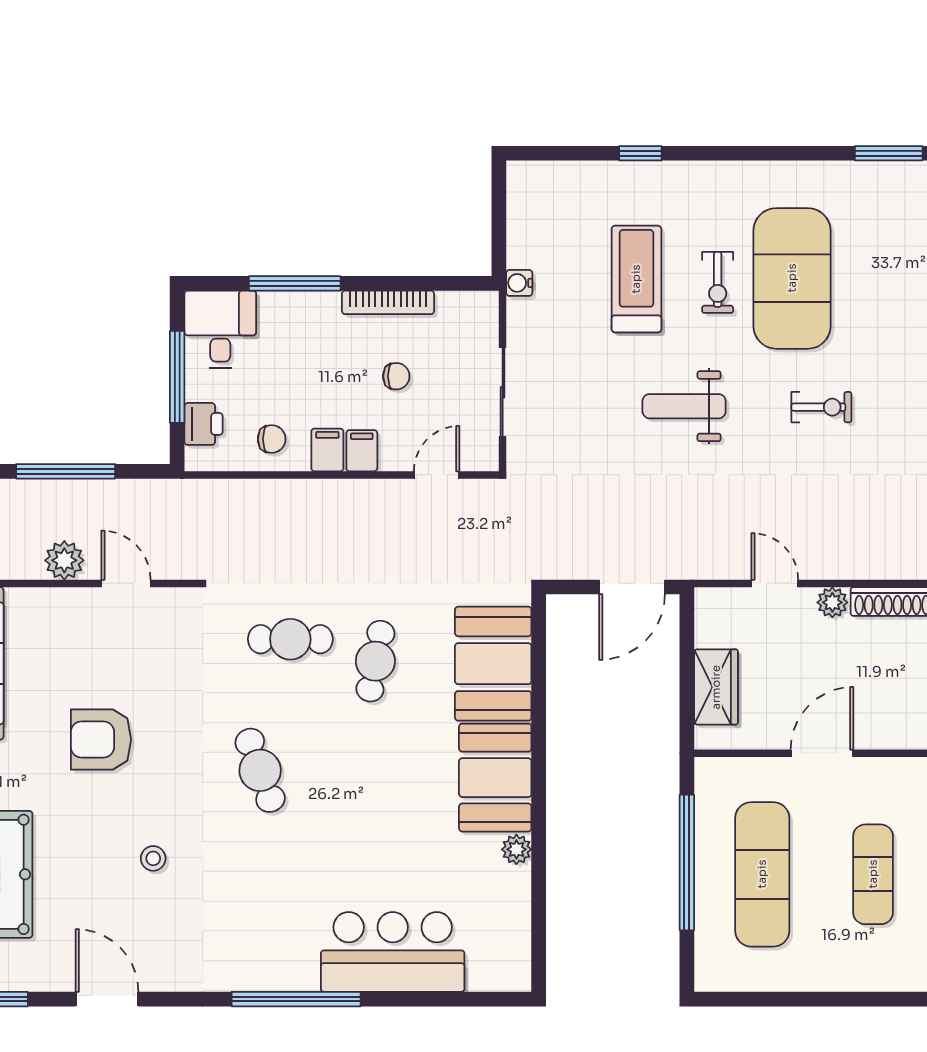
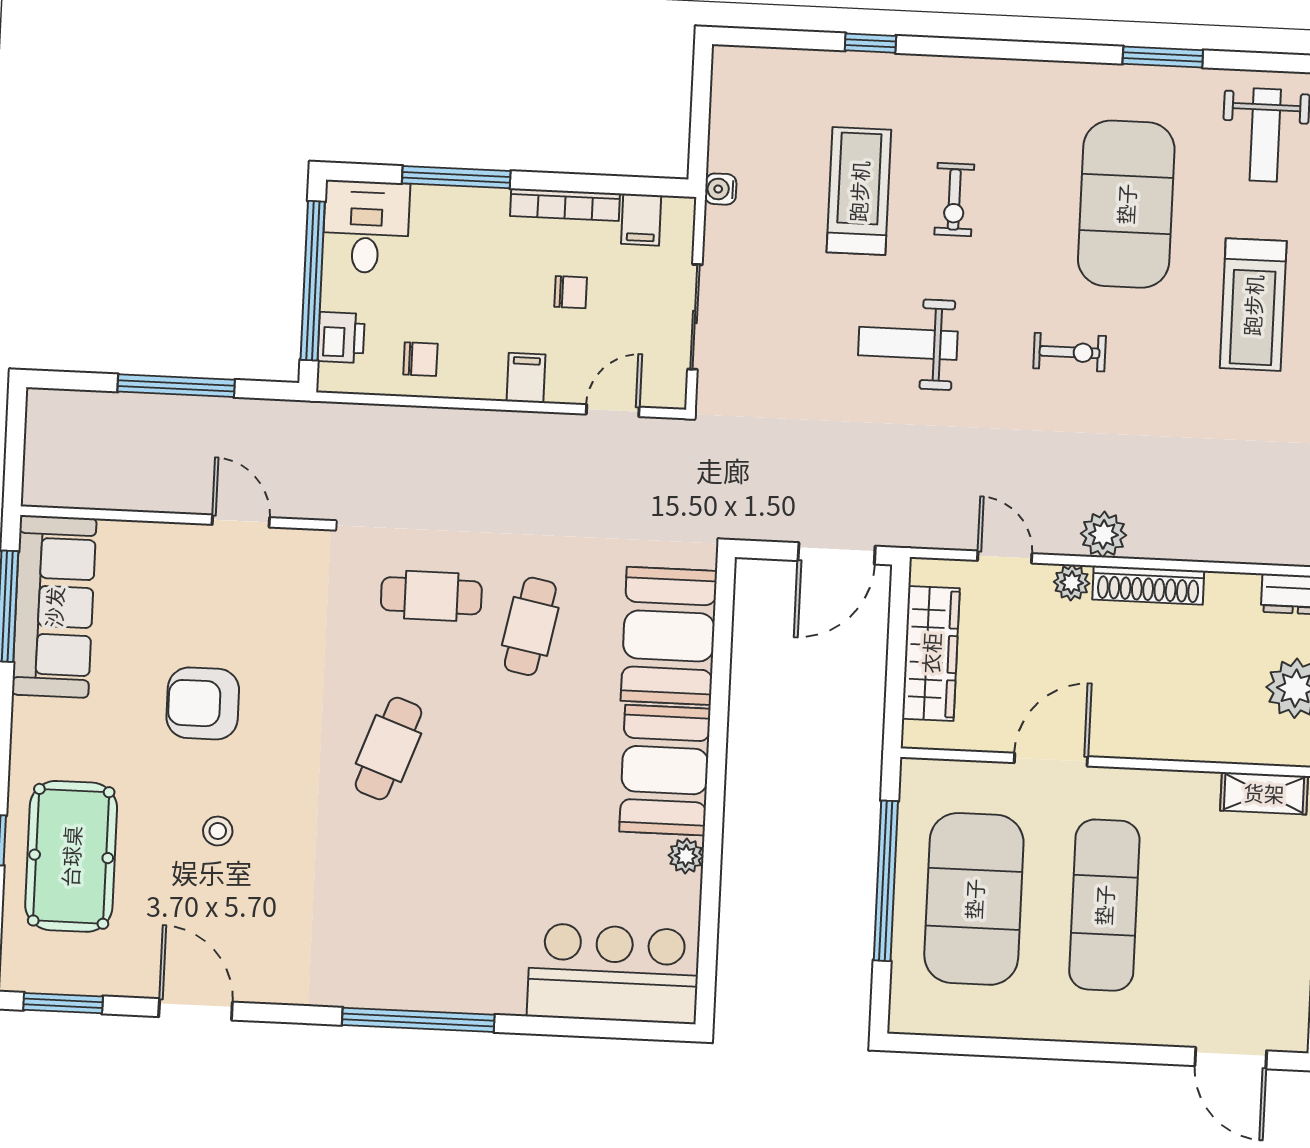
exercise mat: (792, 278) -> (1126, 204), moved
window: (177, 377) -> (313, 281), width x1.46
filing cabinet: (327, 450) -> (641, 220), moved, turned 180
plant: (64, 560) -> (1104, 534), moved
wardrobe: (716, 687) -> (931, 653), width x1.50
cafe table: (260, 770) -> (388, 749), turned 40
stool: (153, 858) -> (218, 831), moved
exercise mat: (762, 874) -> (974, 899), width x1.47
exercise mat: (873, 874) -> (1104, 905), width x1.36, depth x1.45
bar counter: (393, 952) -> (613, 973), moved

